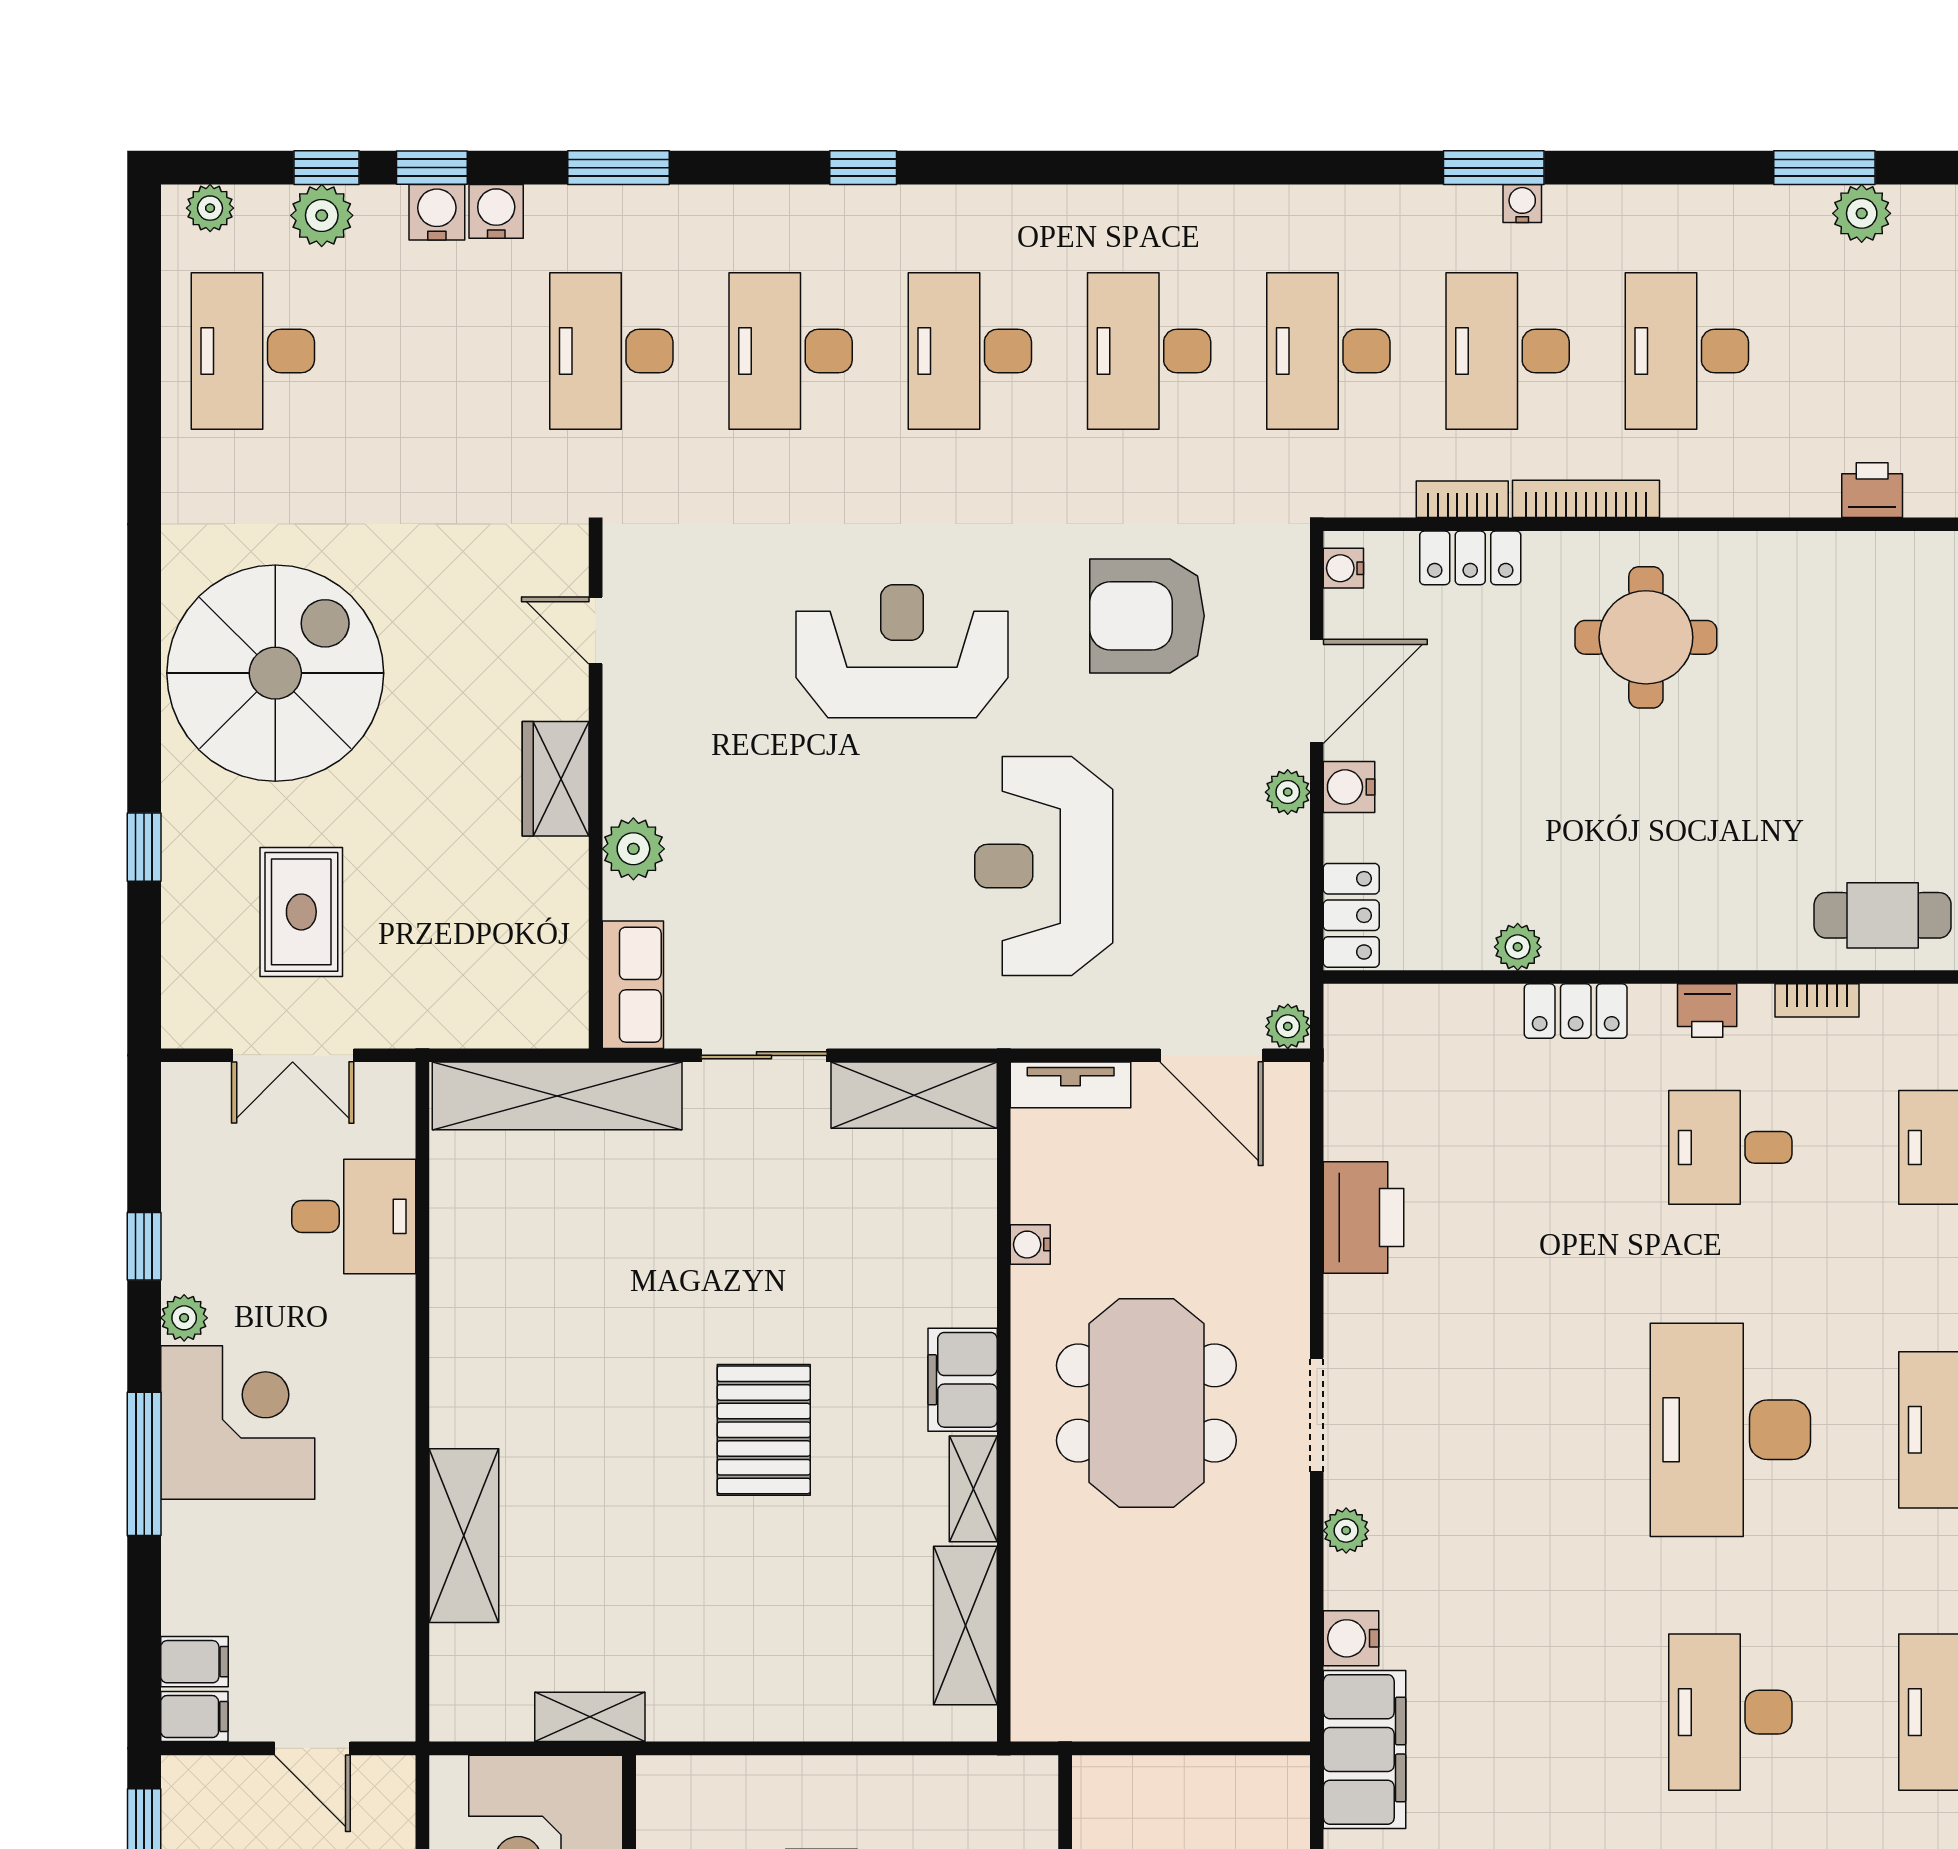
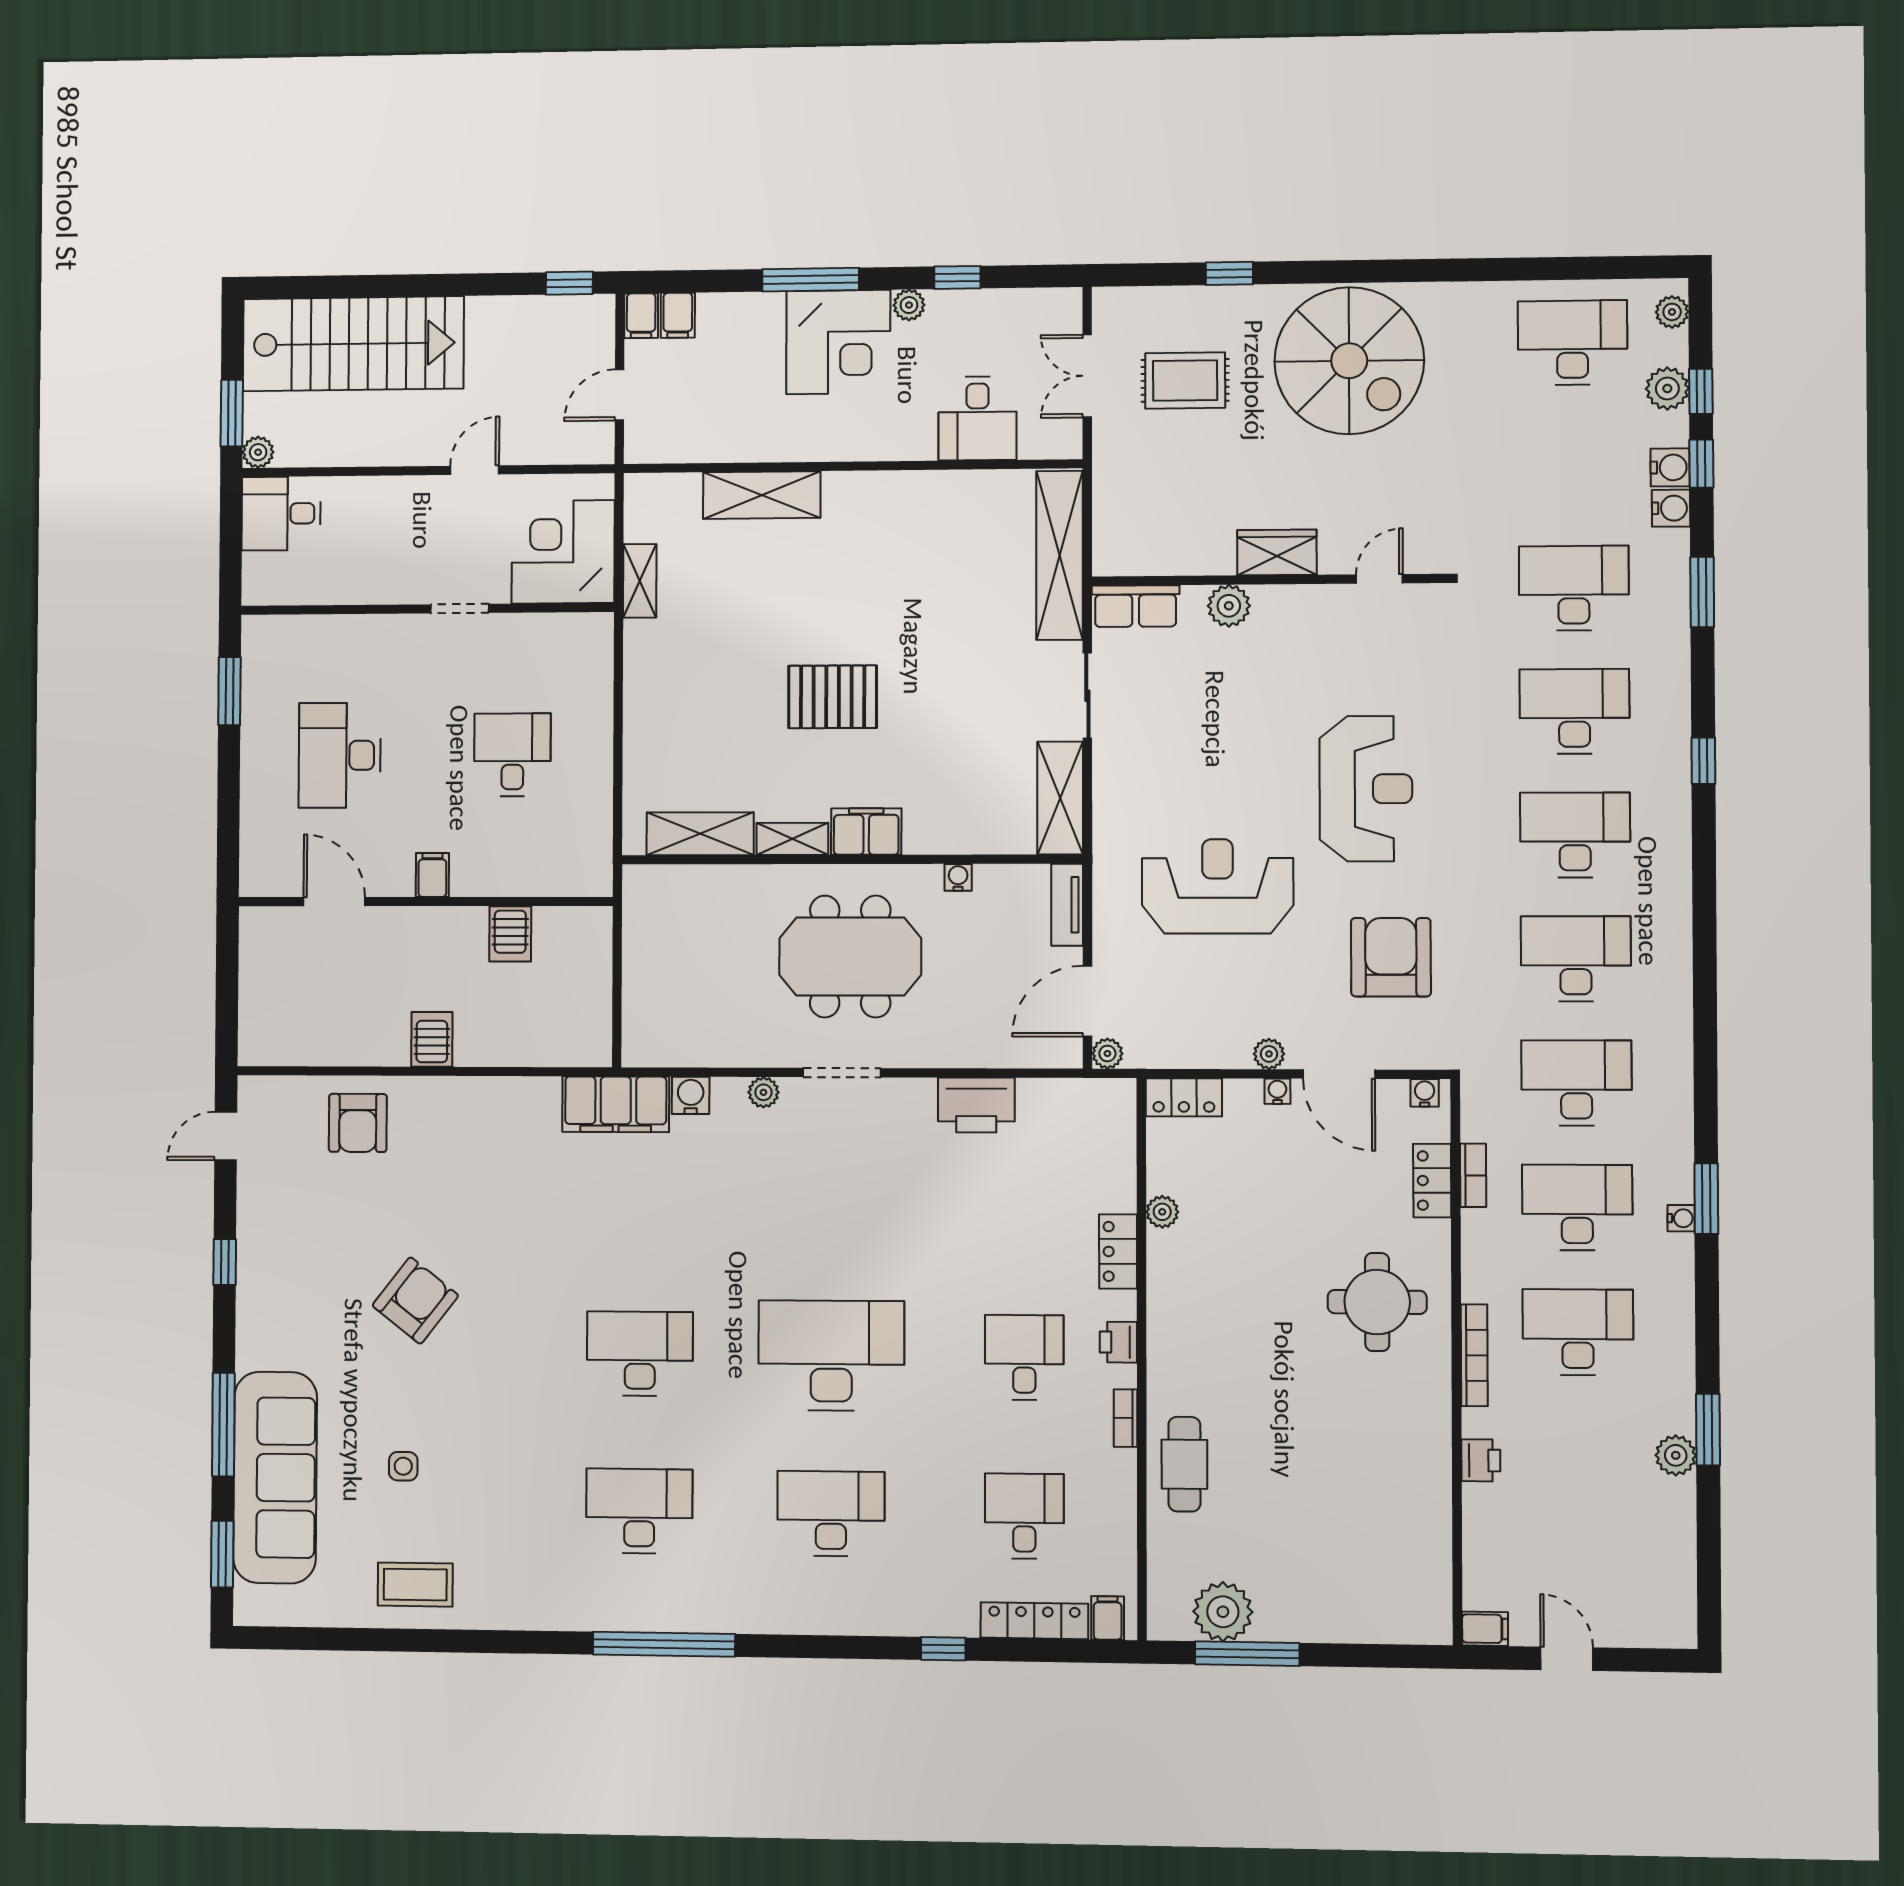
bookcase: (1586, 499) -> (1474, 1355), moved
water cooler: (1349, 787) -> (1277, 1091), width x0.72, depth x0.72

